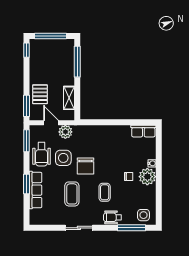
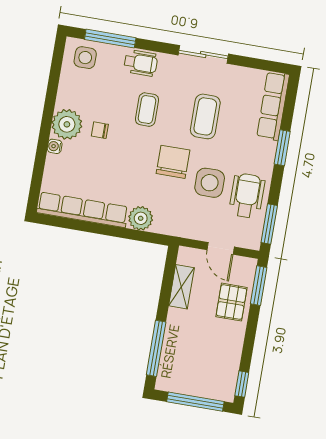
row of seats: (143, 131) -> (82, 210), width x2.02
plant: (65, 132) -> (141, 218), moved
row of seats: (36, 190) -> (273, 106), moved

